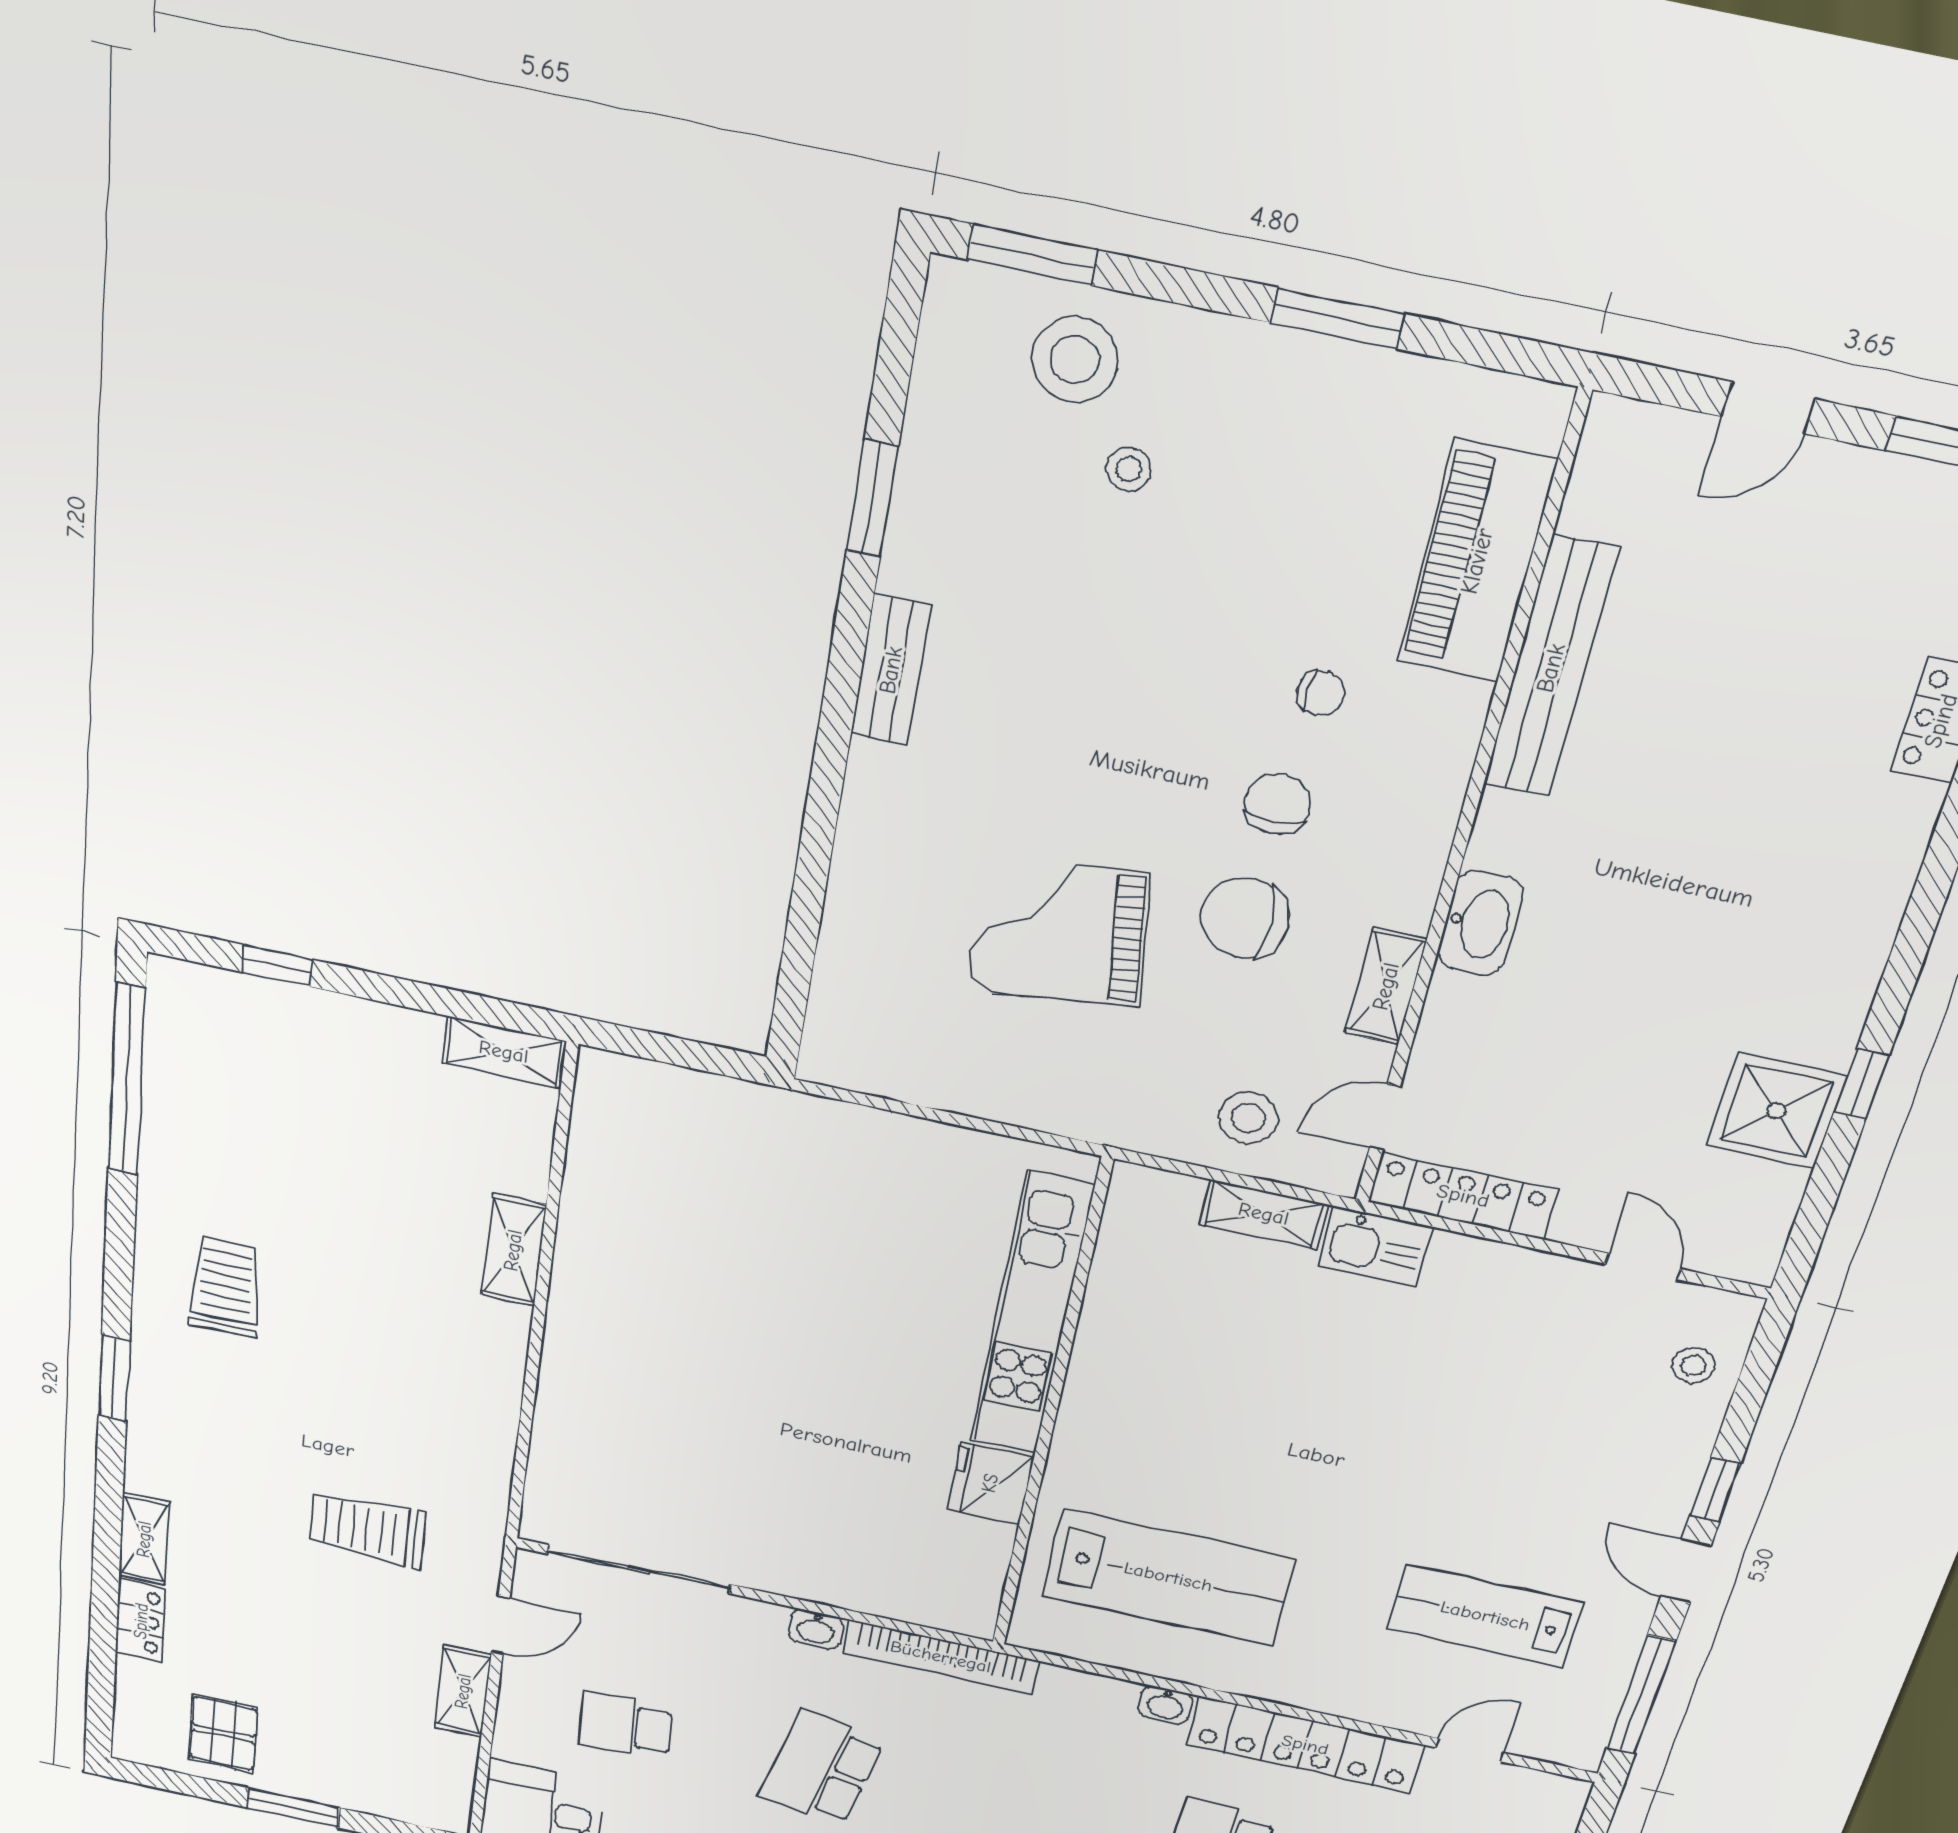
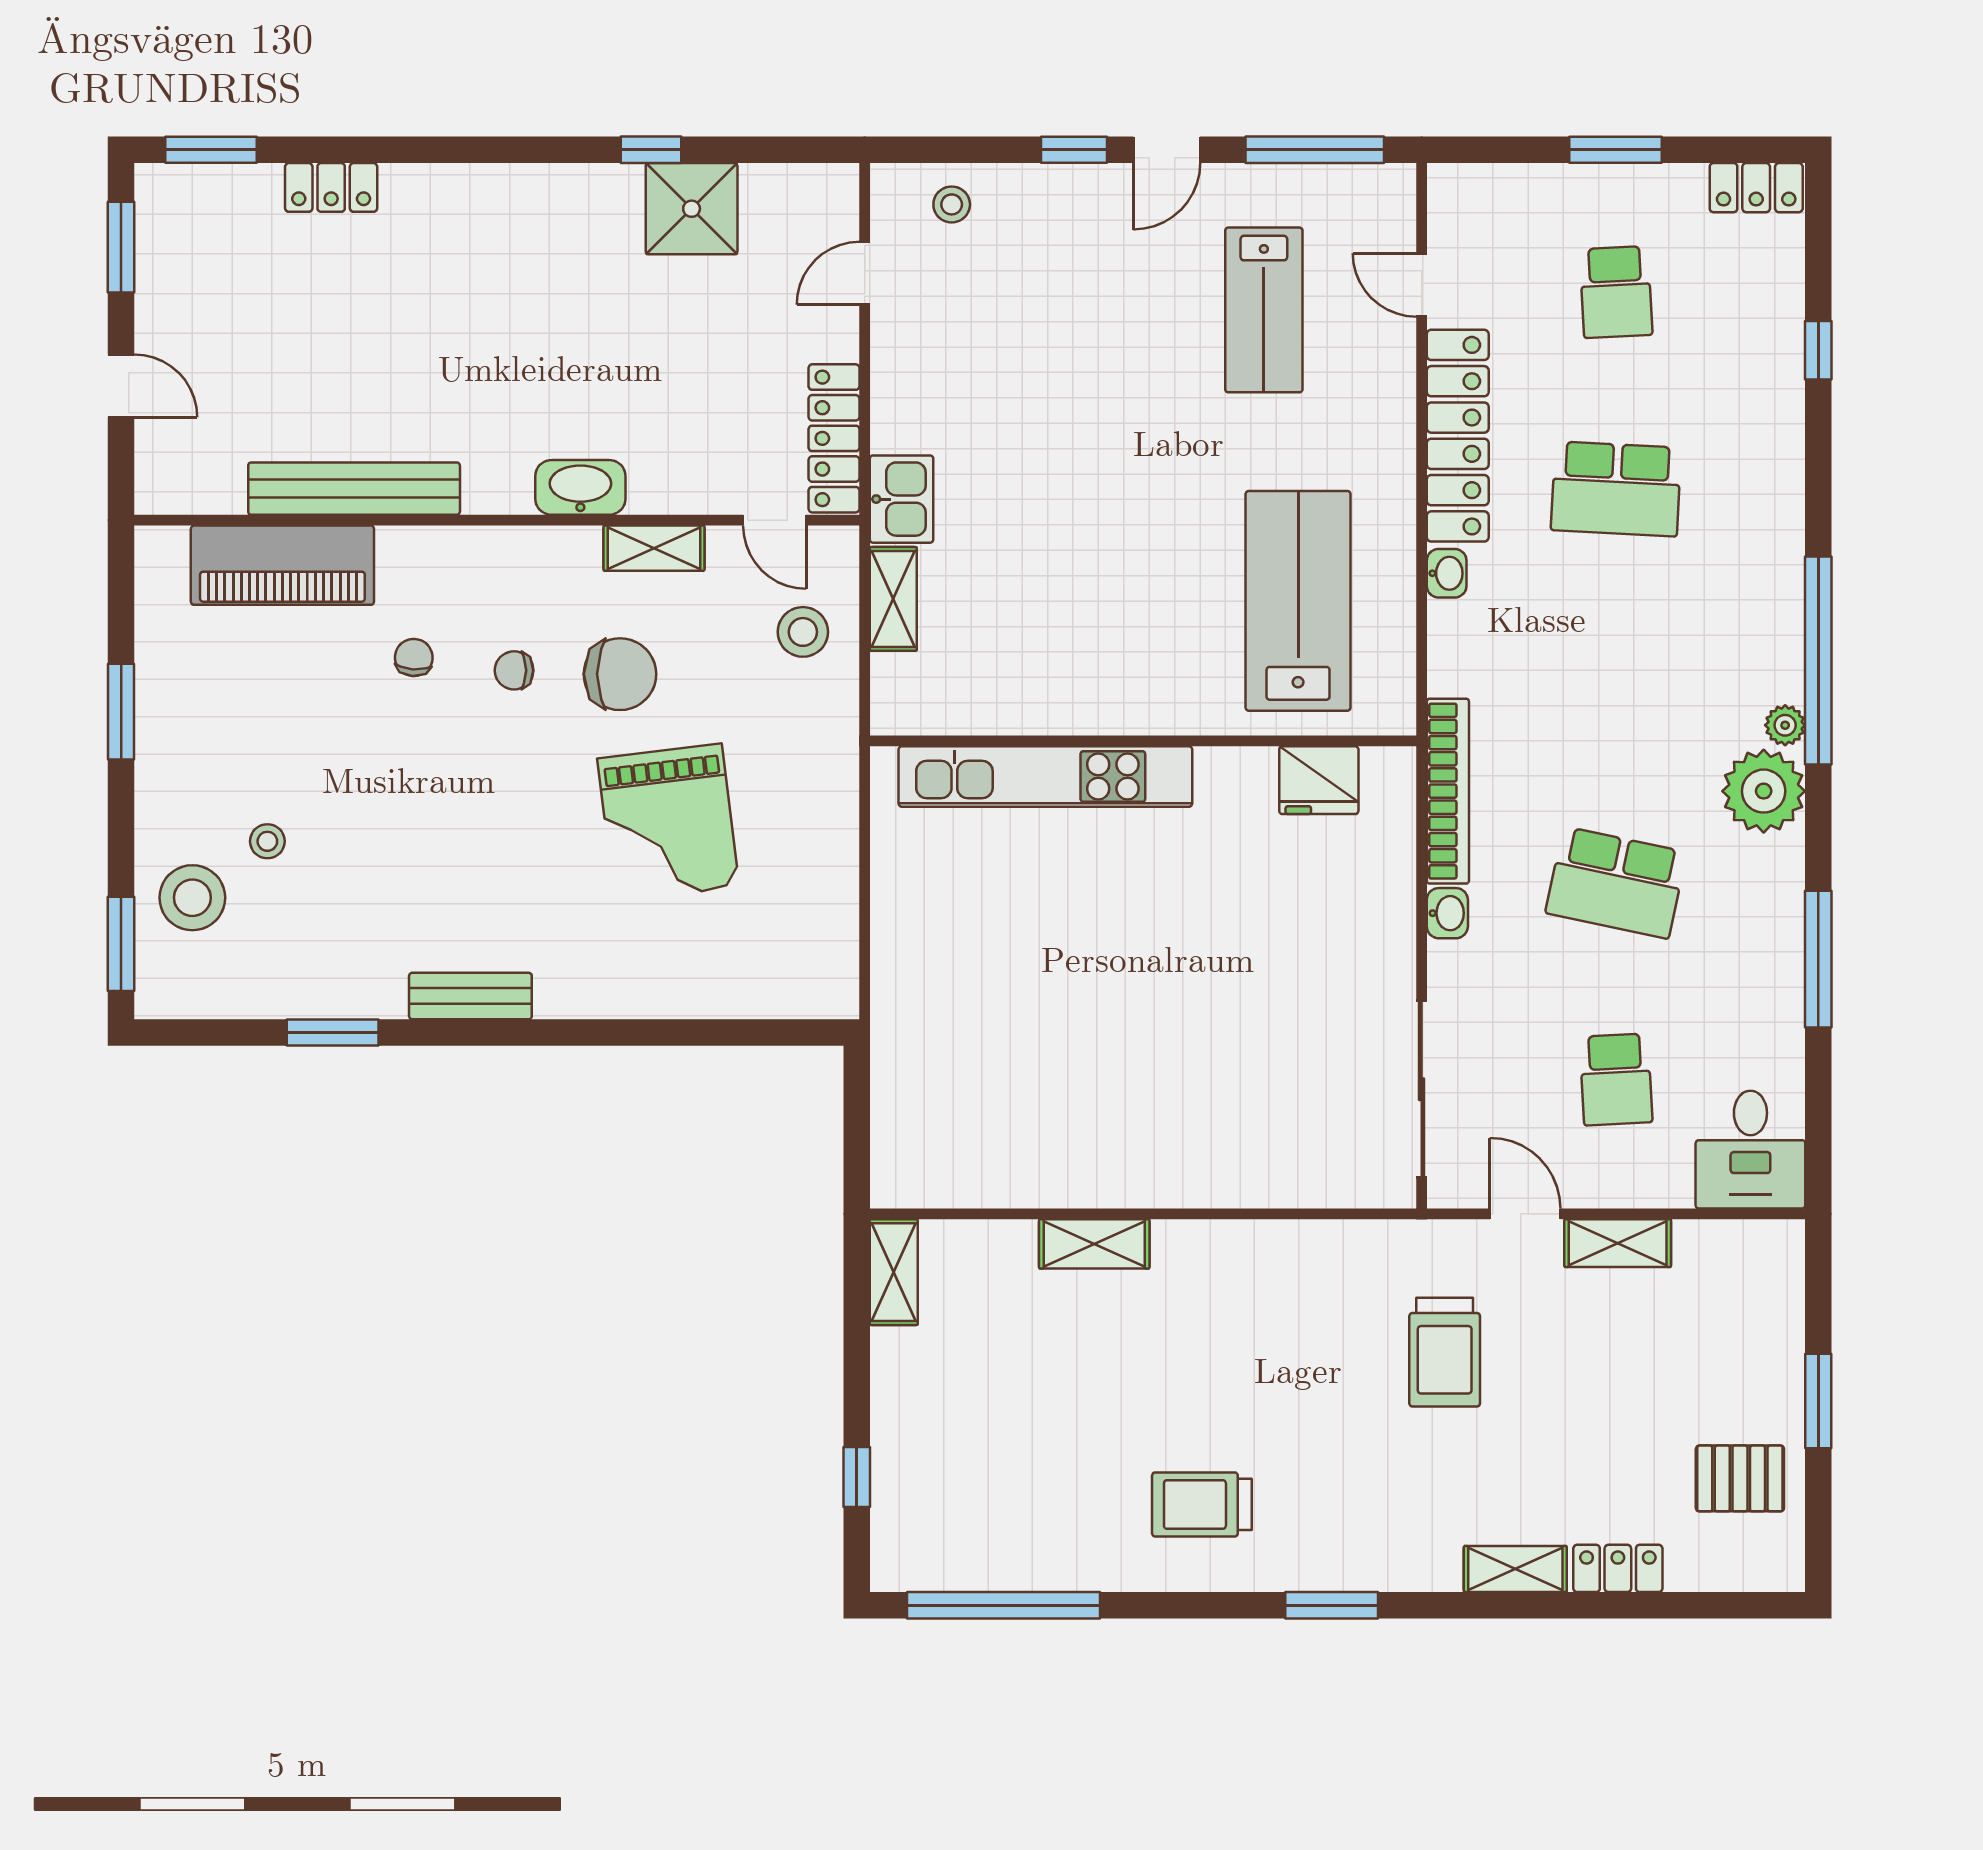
chair: (1277, 804) -> (514, 670), width x0.73, depth x0.73
chair: (1245, 918) -> (620, 674), turned -90
fridge: (990, 1483) -> (1319, 780), moved

